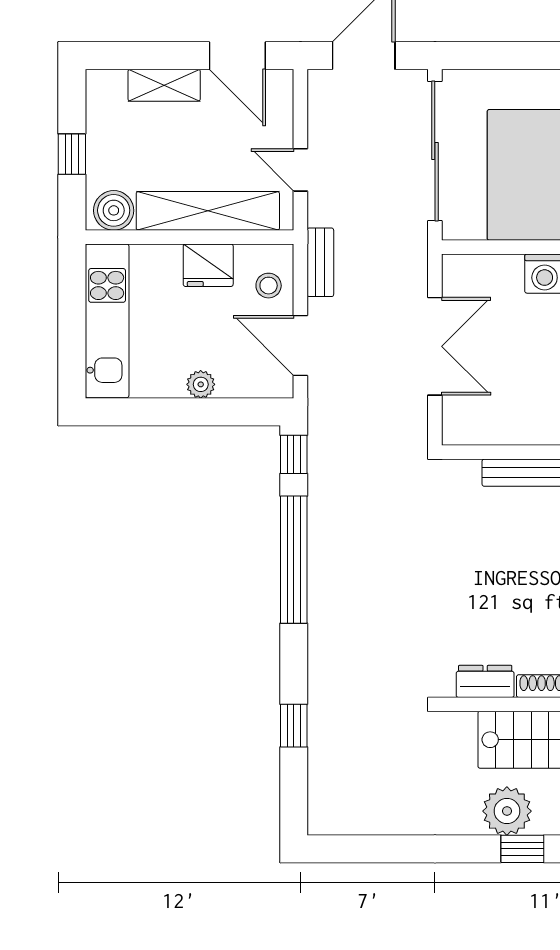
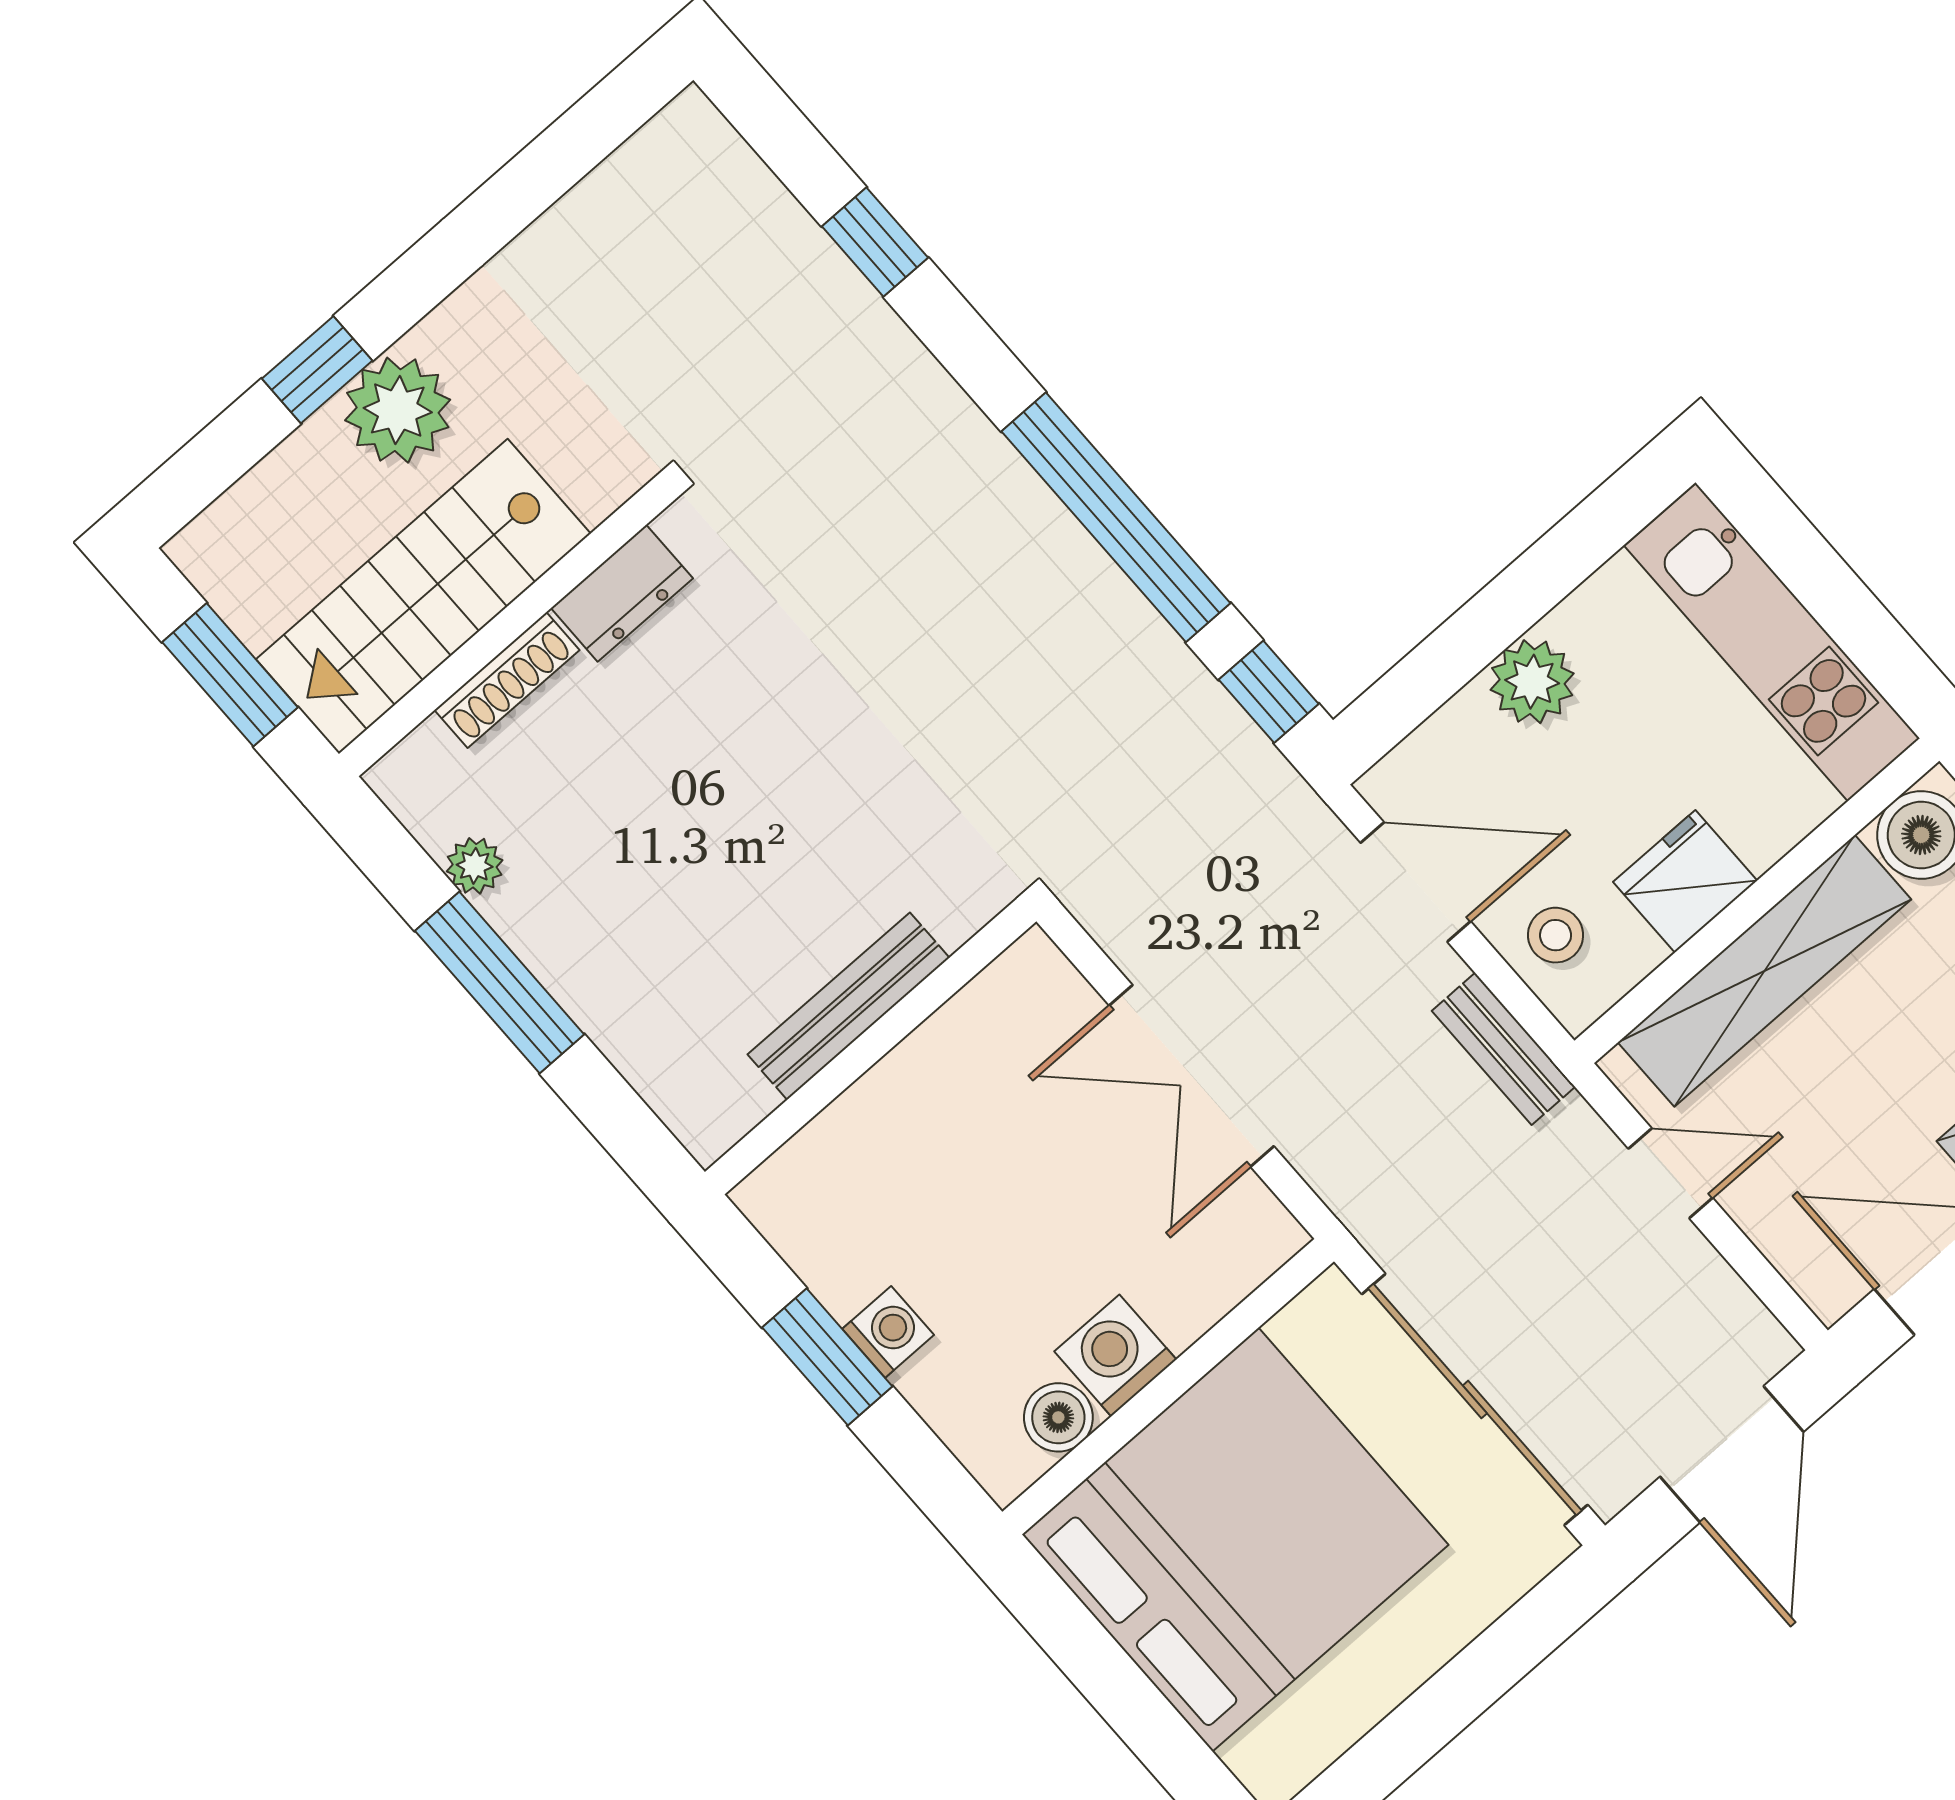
plant: (201, 384) -> (1532, 682), width x1.38, depth x1.38

